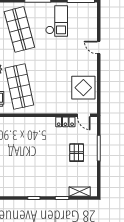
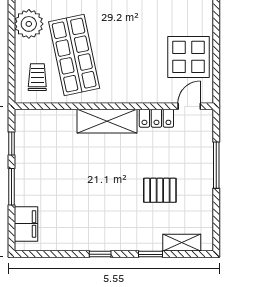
door: (84, 115) -> (189, 106), swing flipped
shelving: (38, 124) -> (107, 121), added
pallet: (77, 153) -> (160, 190), moved, turned 90

